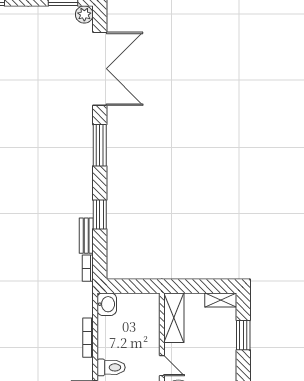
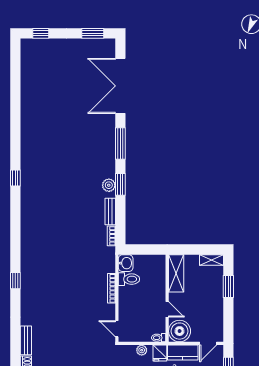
plant: (84, 14) -> (109, 185), moved
double door: (100, 69) -> (120, 86), swing flipped
window: (100, 215) -> (120, 184), moved
toilet: (111, 367) -> (129, 279), moved

